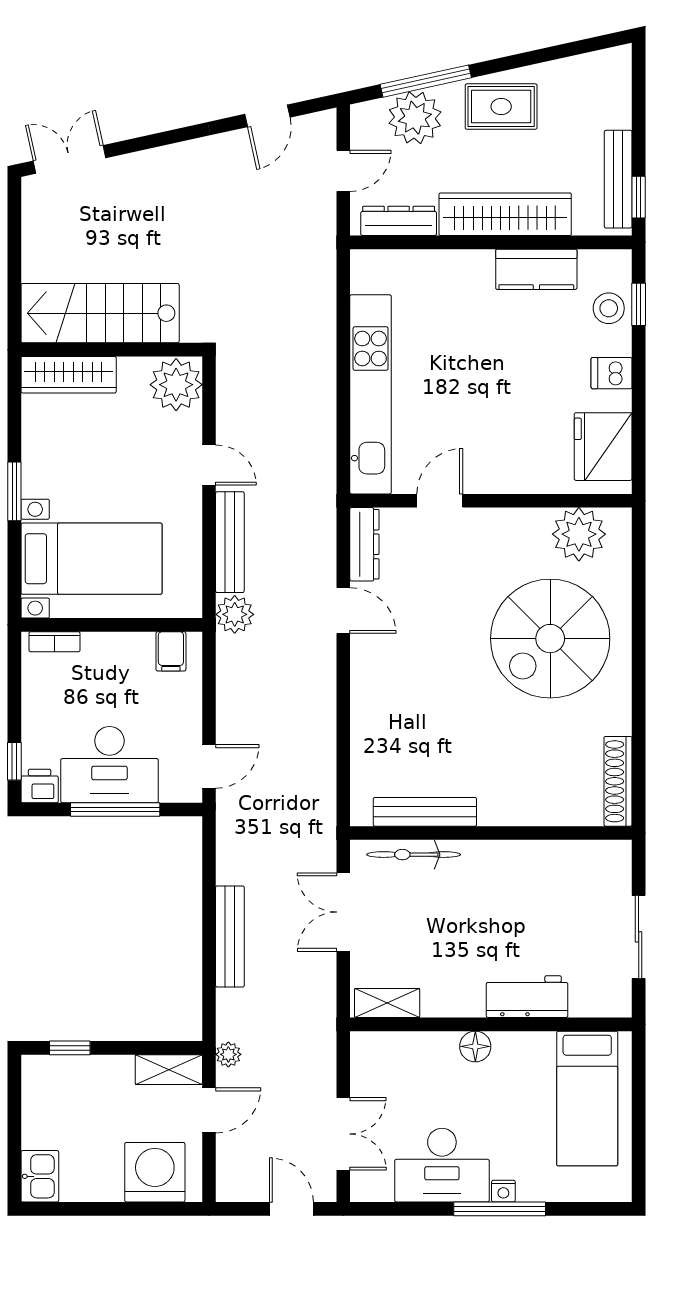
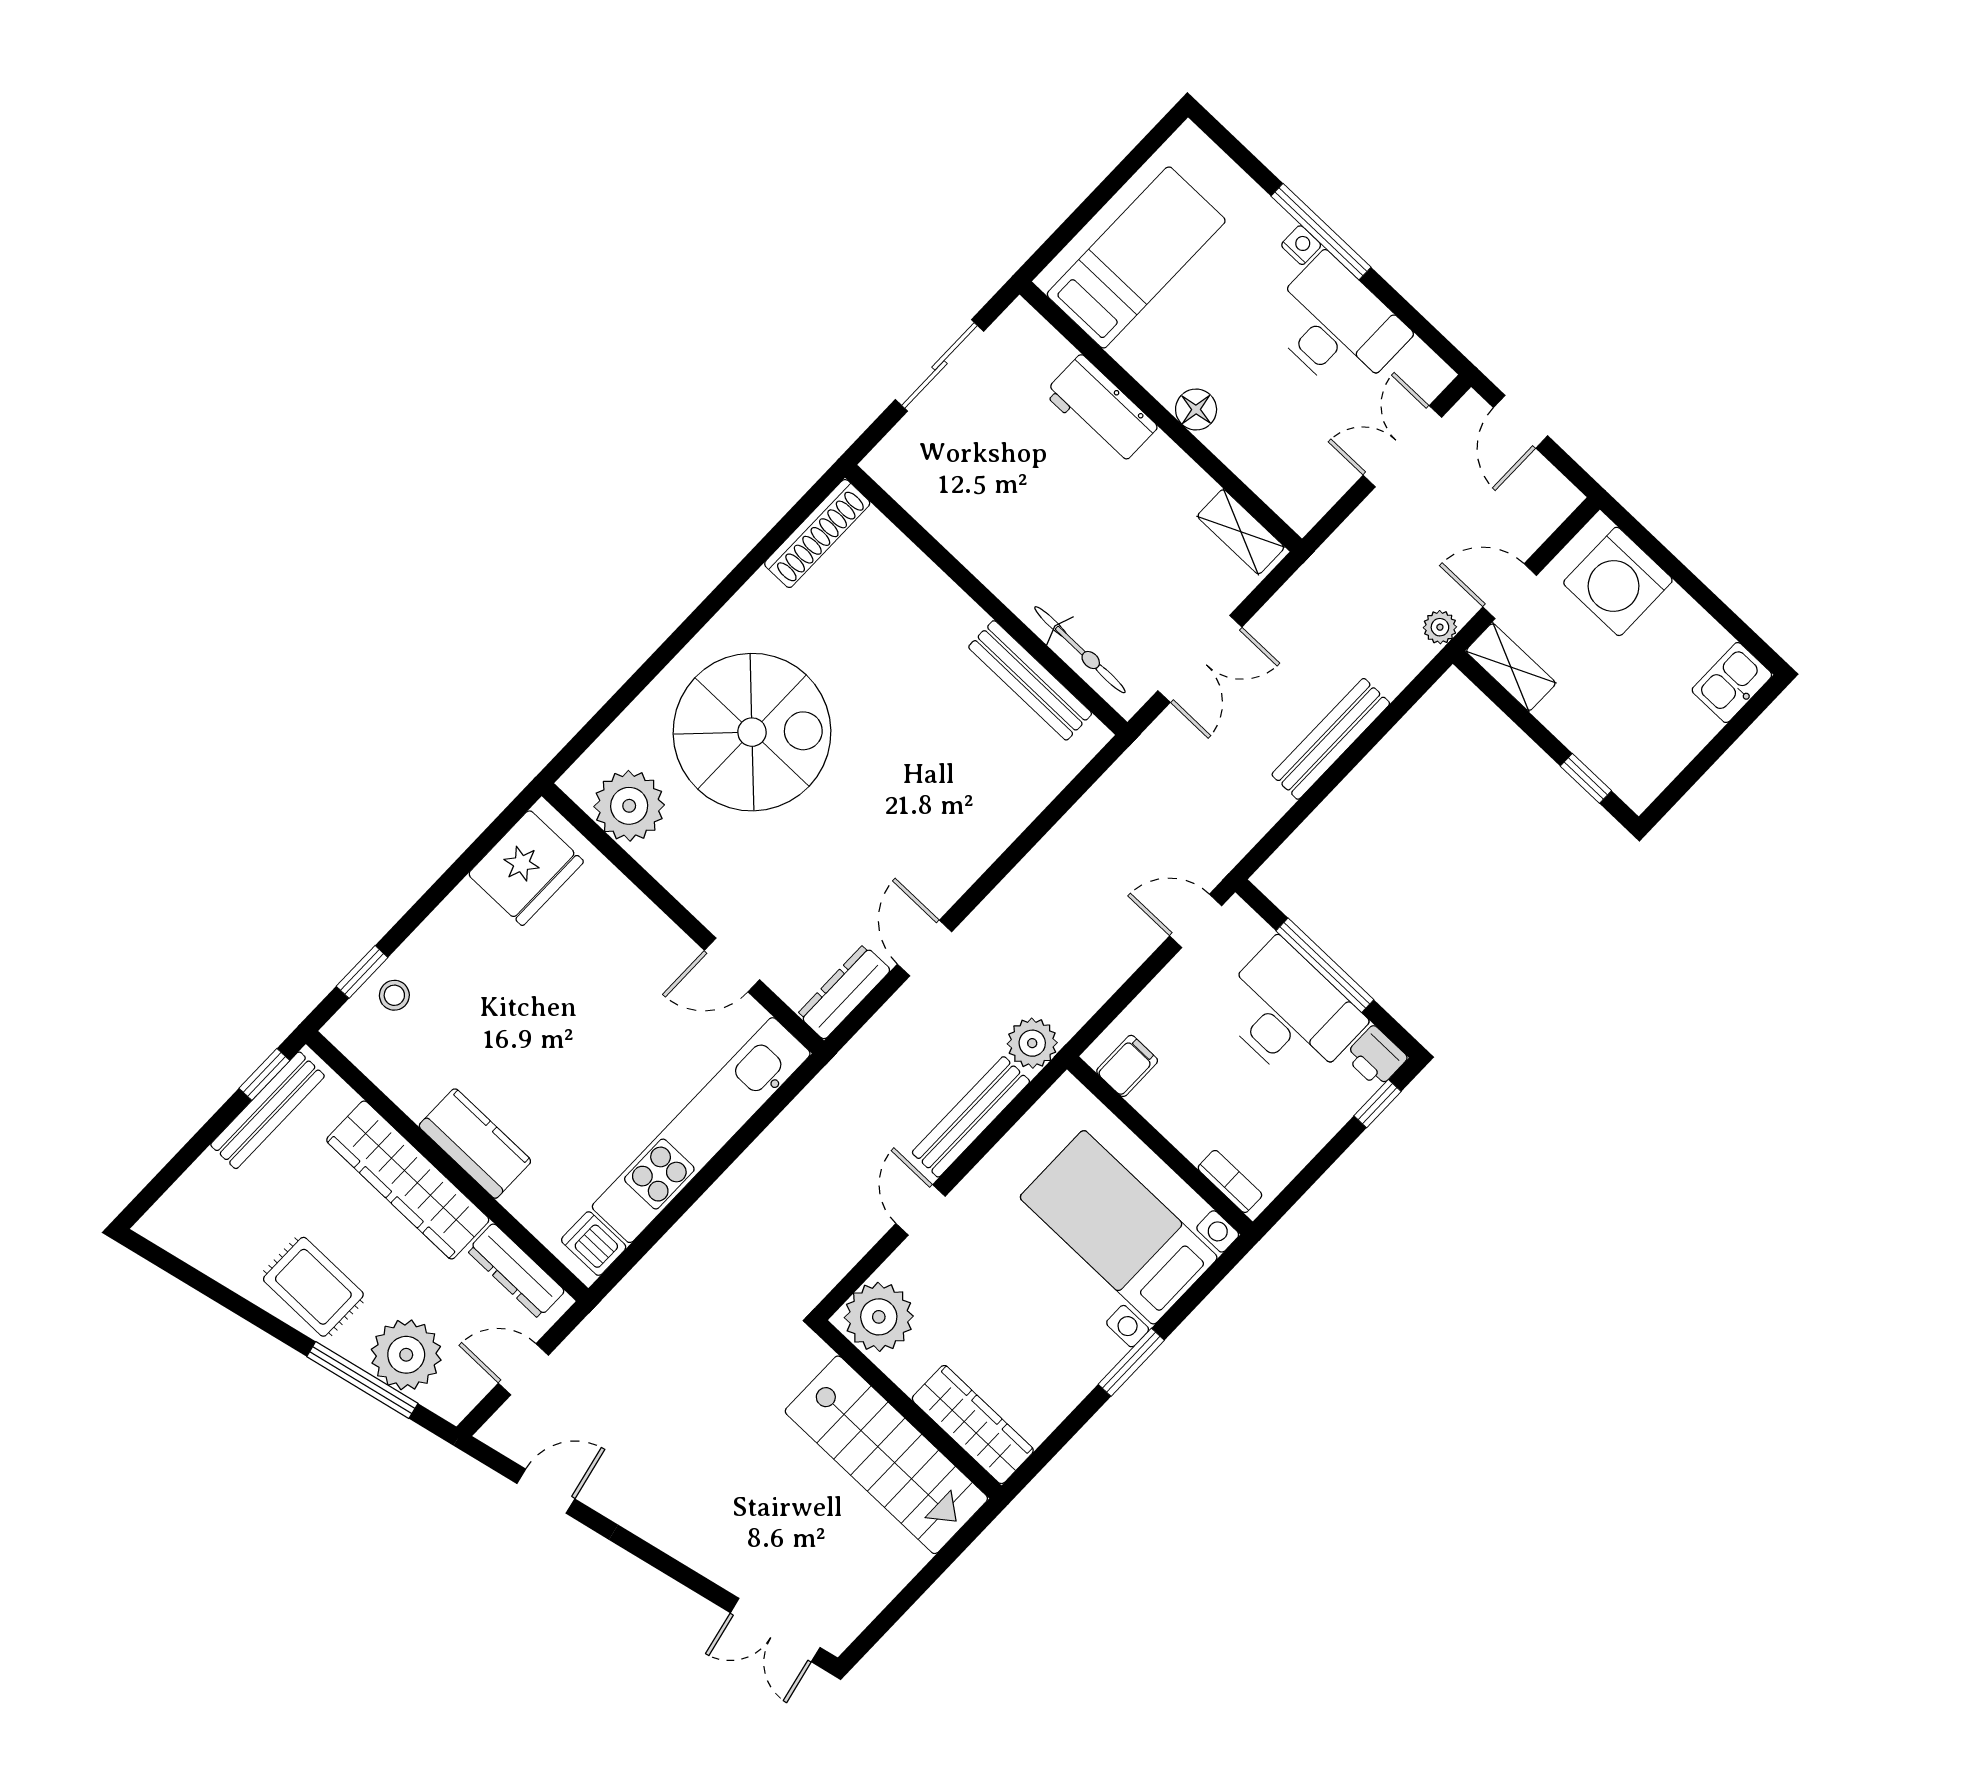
kitchen counter: (536, 269) -> (475, 1143), moved
stool: (609, 308) -> (394, 995), width x0.73, depth x0.73
dishwasher: (612, 373) -> (594, 1244), moved, turned 180

